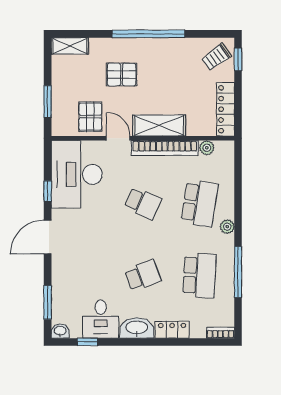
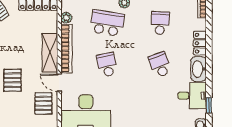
pallet: (90, 117) -> (43, 103), turned 90
door: (118, 138) -> (59, 83), hinge flipped
school desk: (143, 203) -> (107, 65), turned -36
school desk: (200, 275) -> (160, 23), width x0.54

